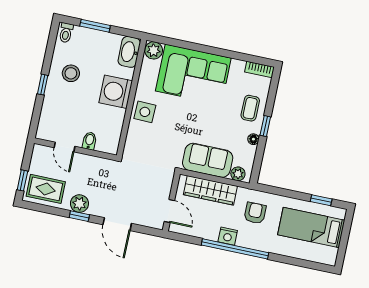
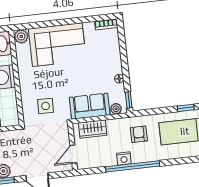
coffee table: (250, 108) -> (109, 56), removed
side table: (145, 112) -> (46, 106), moved
window: (265, 126) -> (129, 100), moved
wardrobe: (210, 190) -> (93, 129), width x0.67
door: (169, 211) -> (73, 154), swing flipped

